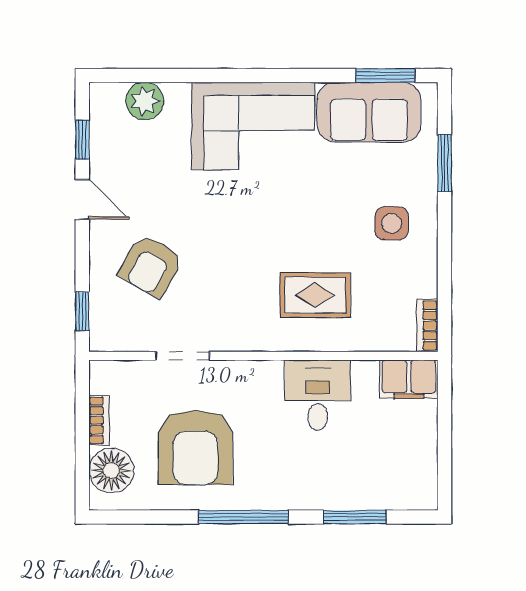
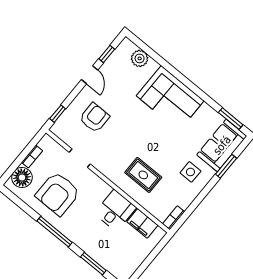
sofa: (369, 112) -> (222, 145), moved, turned 90
armchair: (151, 266) -> (94, 118), turned 150
filing cabinet: (409, 379) -> (142, 223), moved

